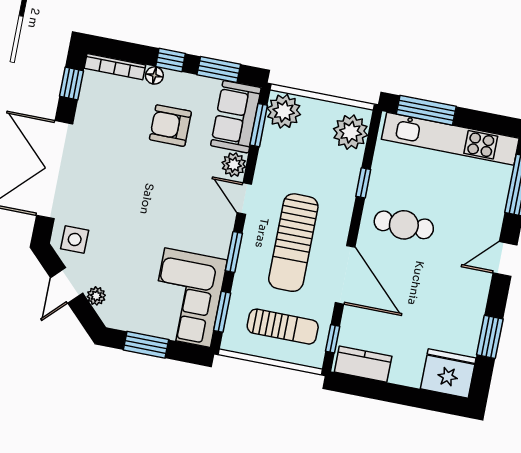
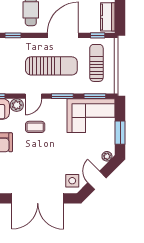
coffee table: (187, 191) -> (35, 127), added
door: (67, 285) -> (97, 180), swing flipped
plant: (96, 296) -> (107, 156), moved

